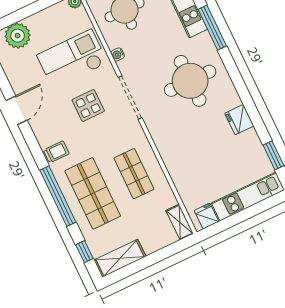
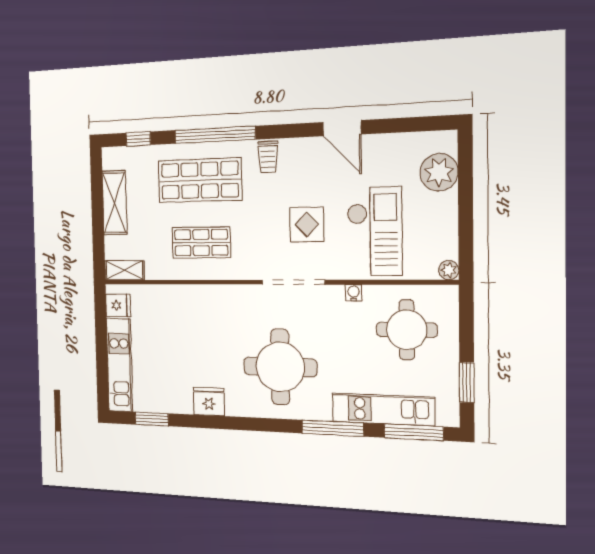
shelving: (120, 258) -> (114, 203), moved

